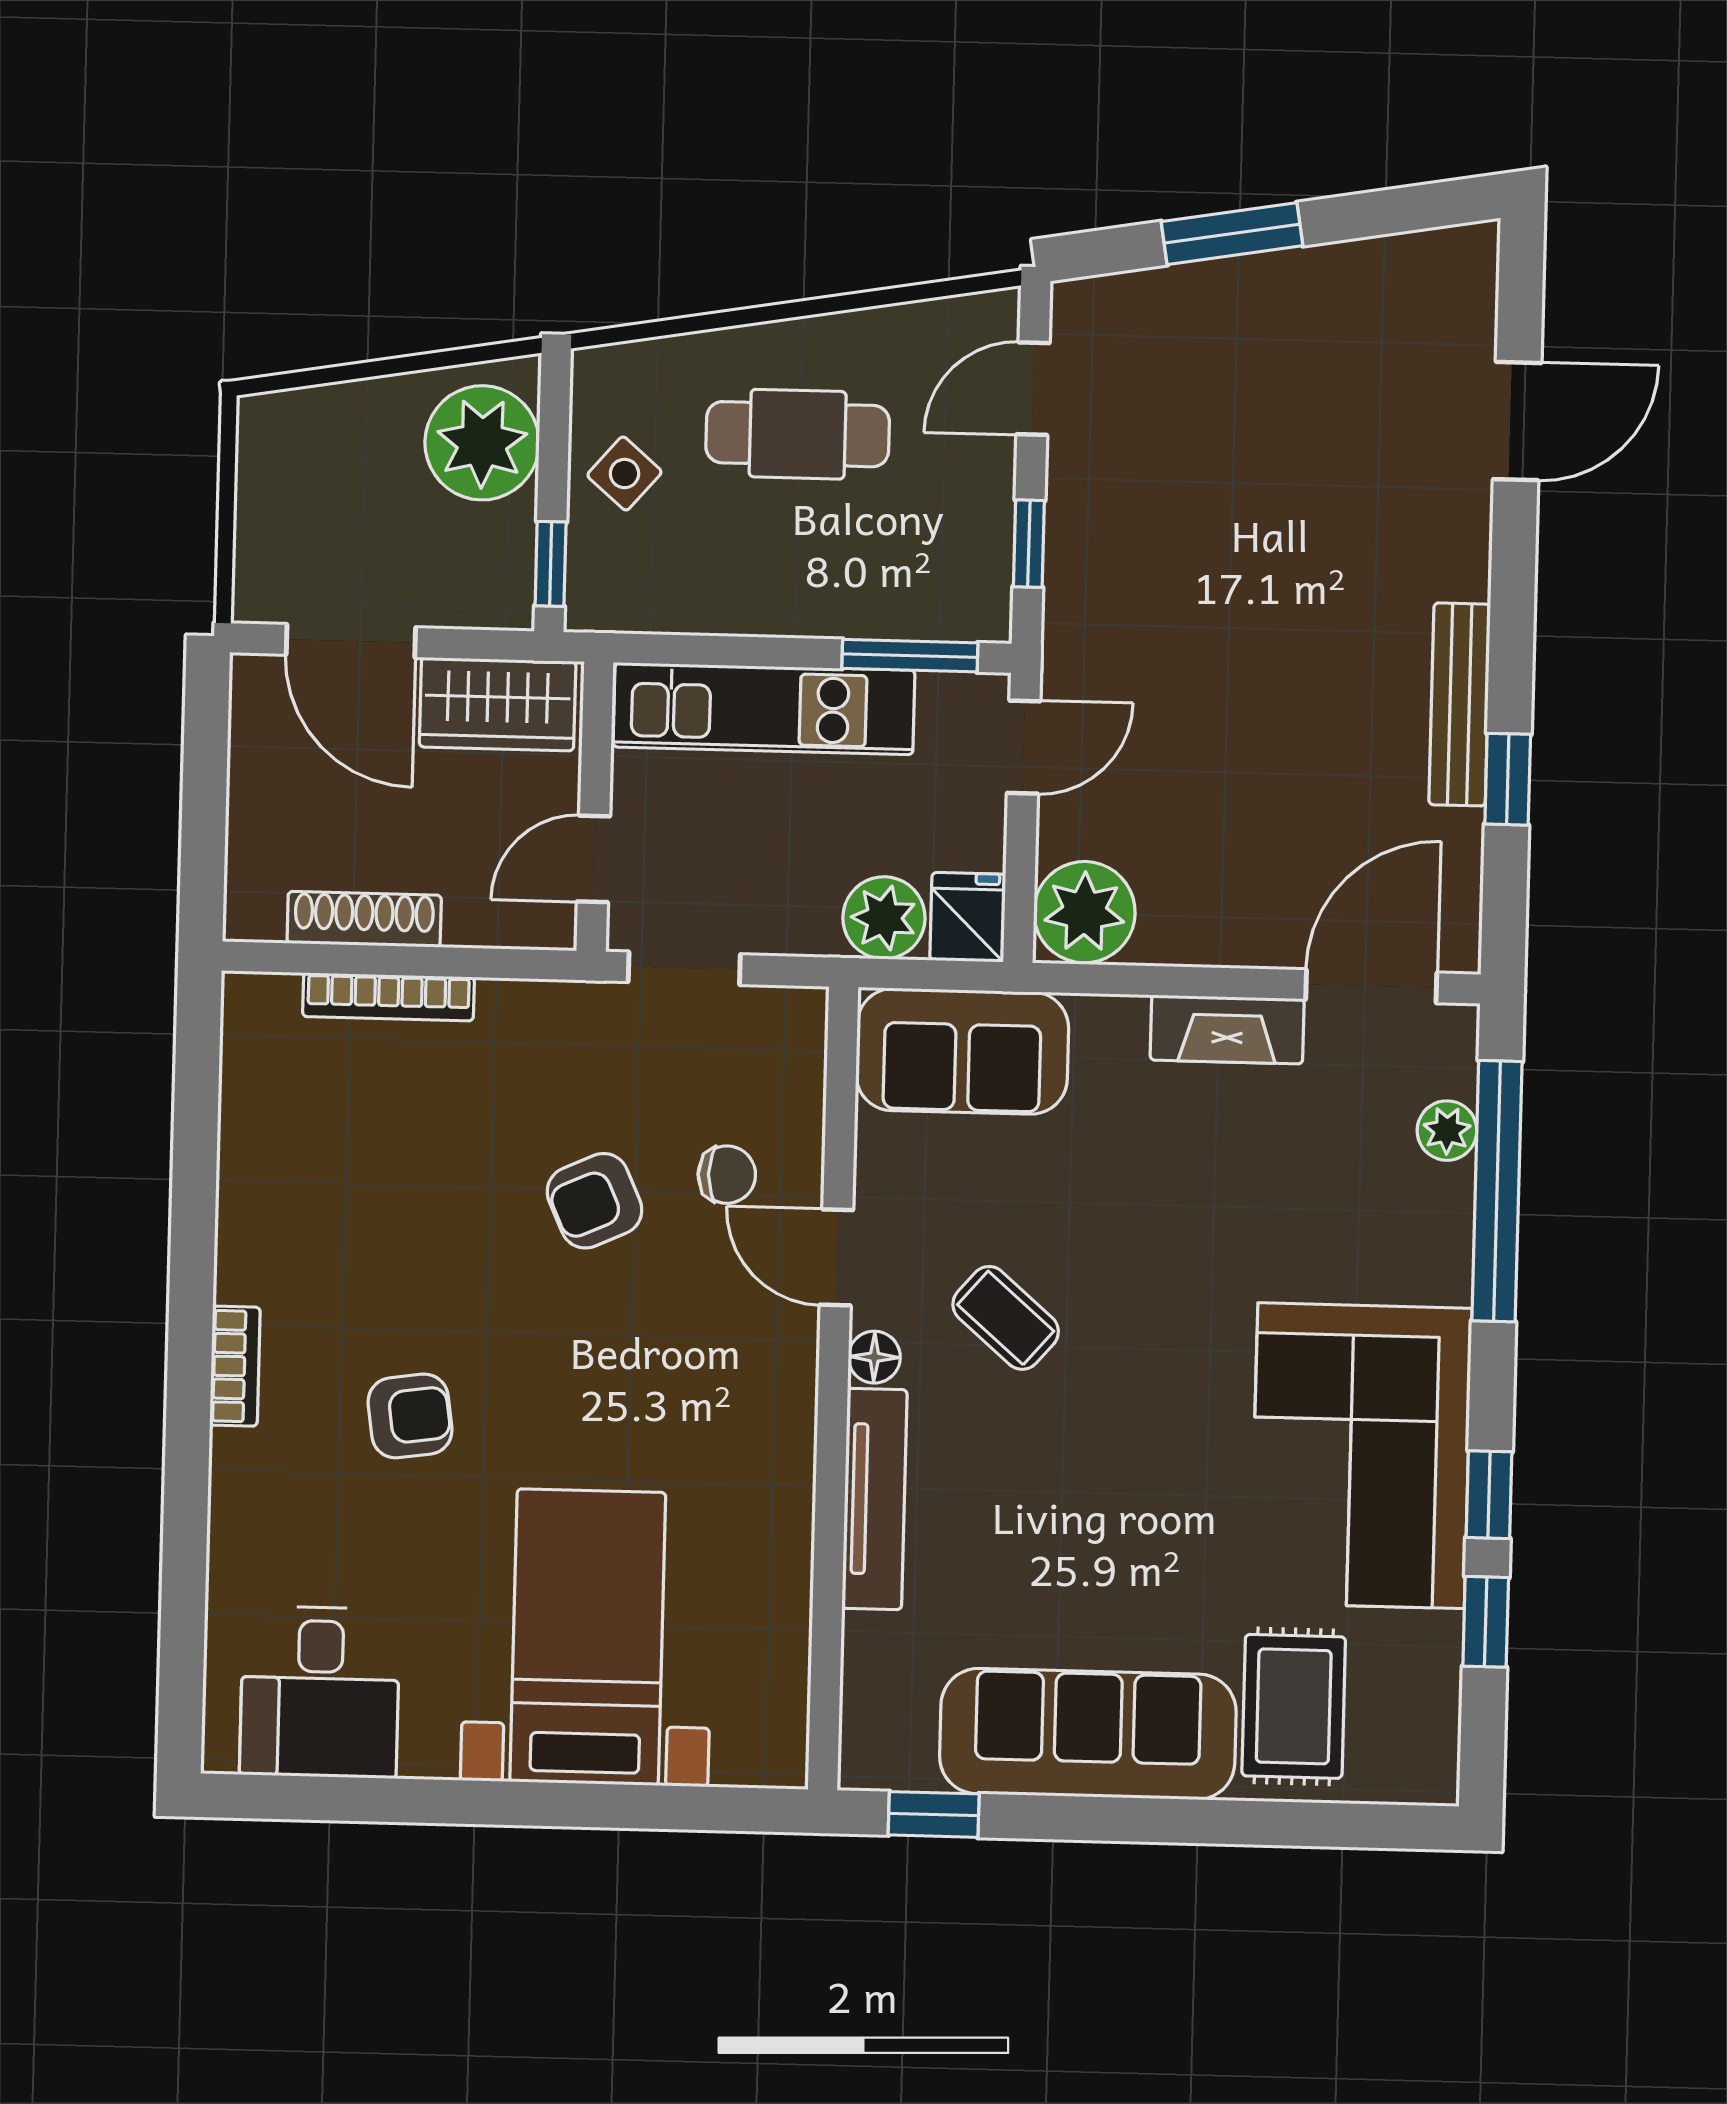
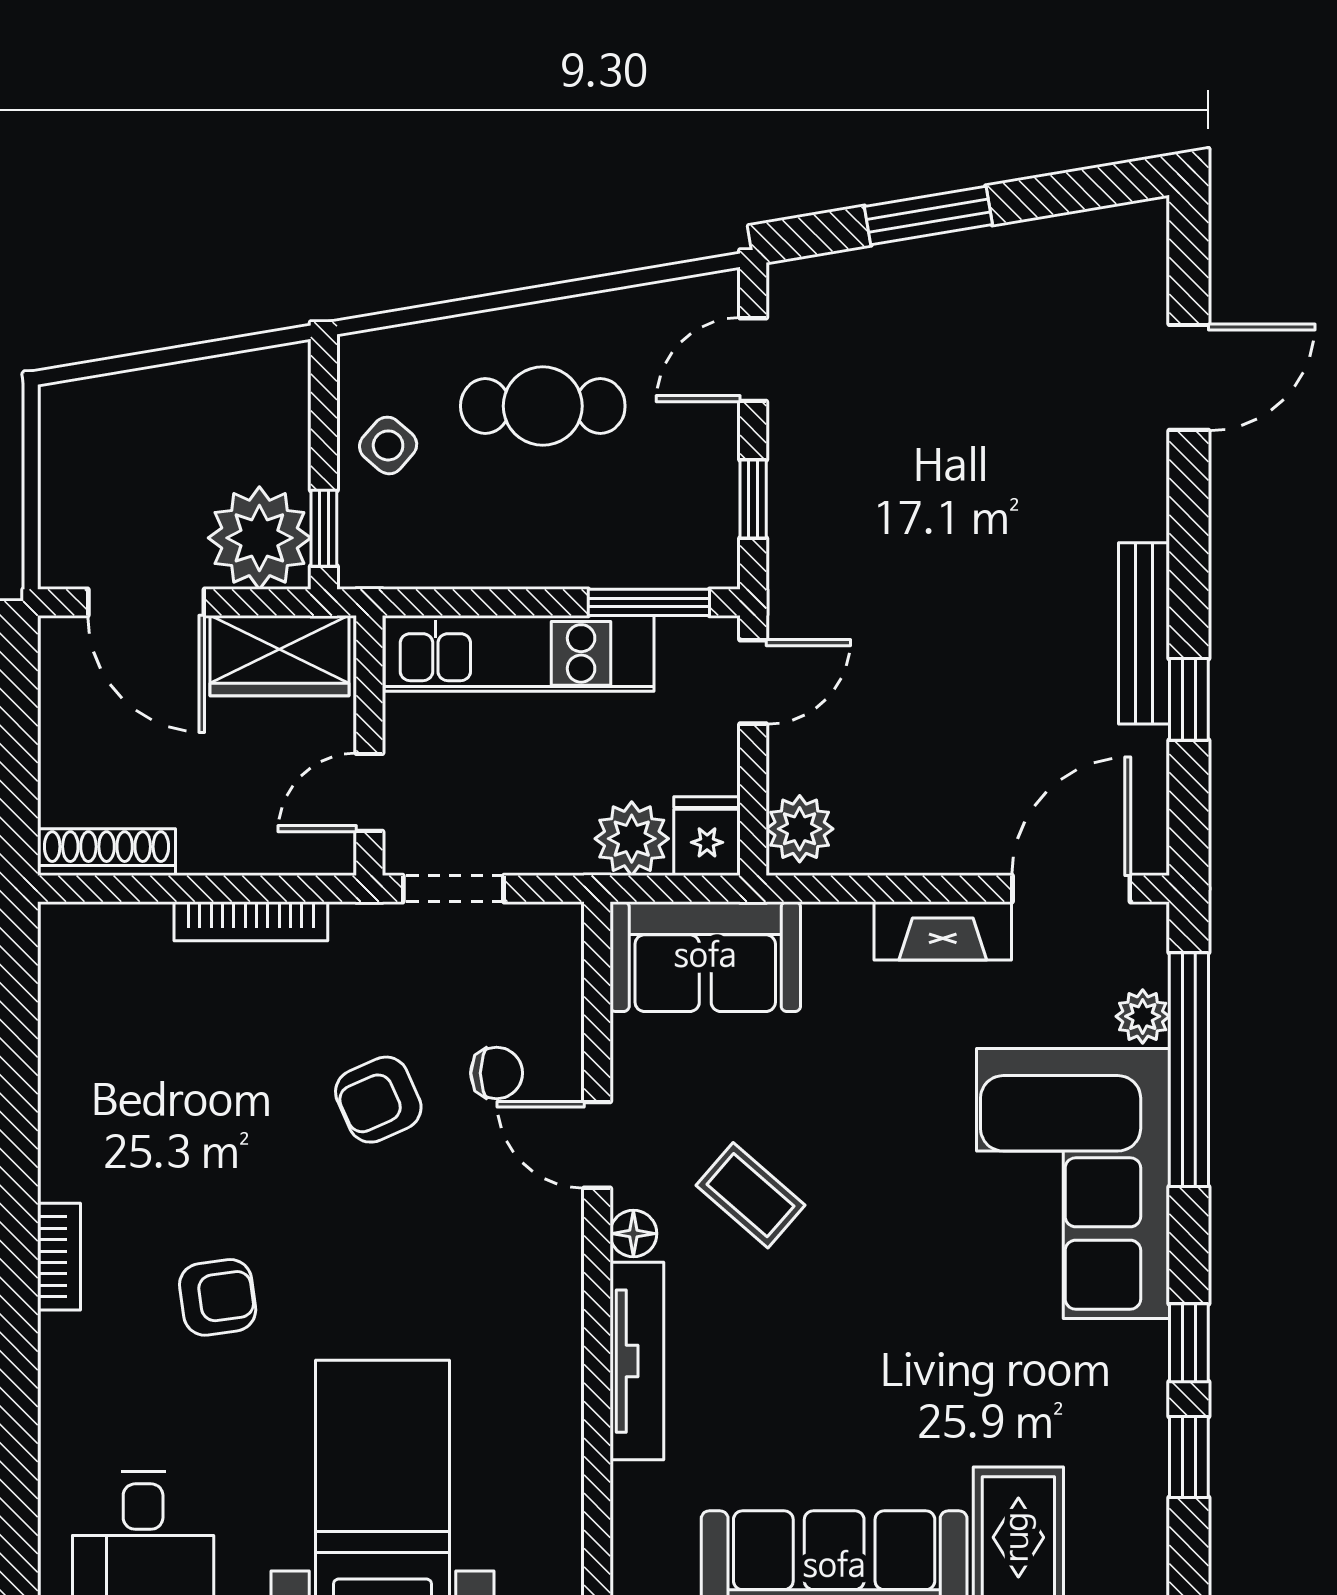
plant: (482, 443) -> (259, 538), moved
plant: (1084, 912) -> (800, 829), width x0.73, depth x0.73
shoe rack: (364, 919) -> (107, 852), moved
bookcase: (389, 997) -> (251, 921), moved
corner sofa: (1361, 1456) -> (1073, 1184), moved

